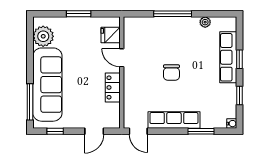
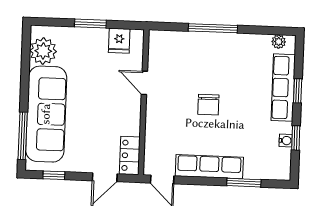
plant: (205, 22) -> (279, 42), moved
fridge: (111, 35) -> (119, 41), moved, turned -90
locker: (113, 87) -> (130, 155), moved
water cooler: (232, 124) -> (286, 141), moved

